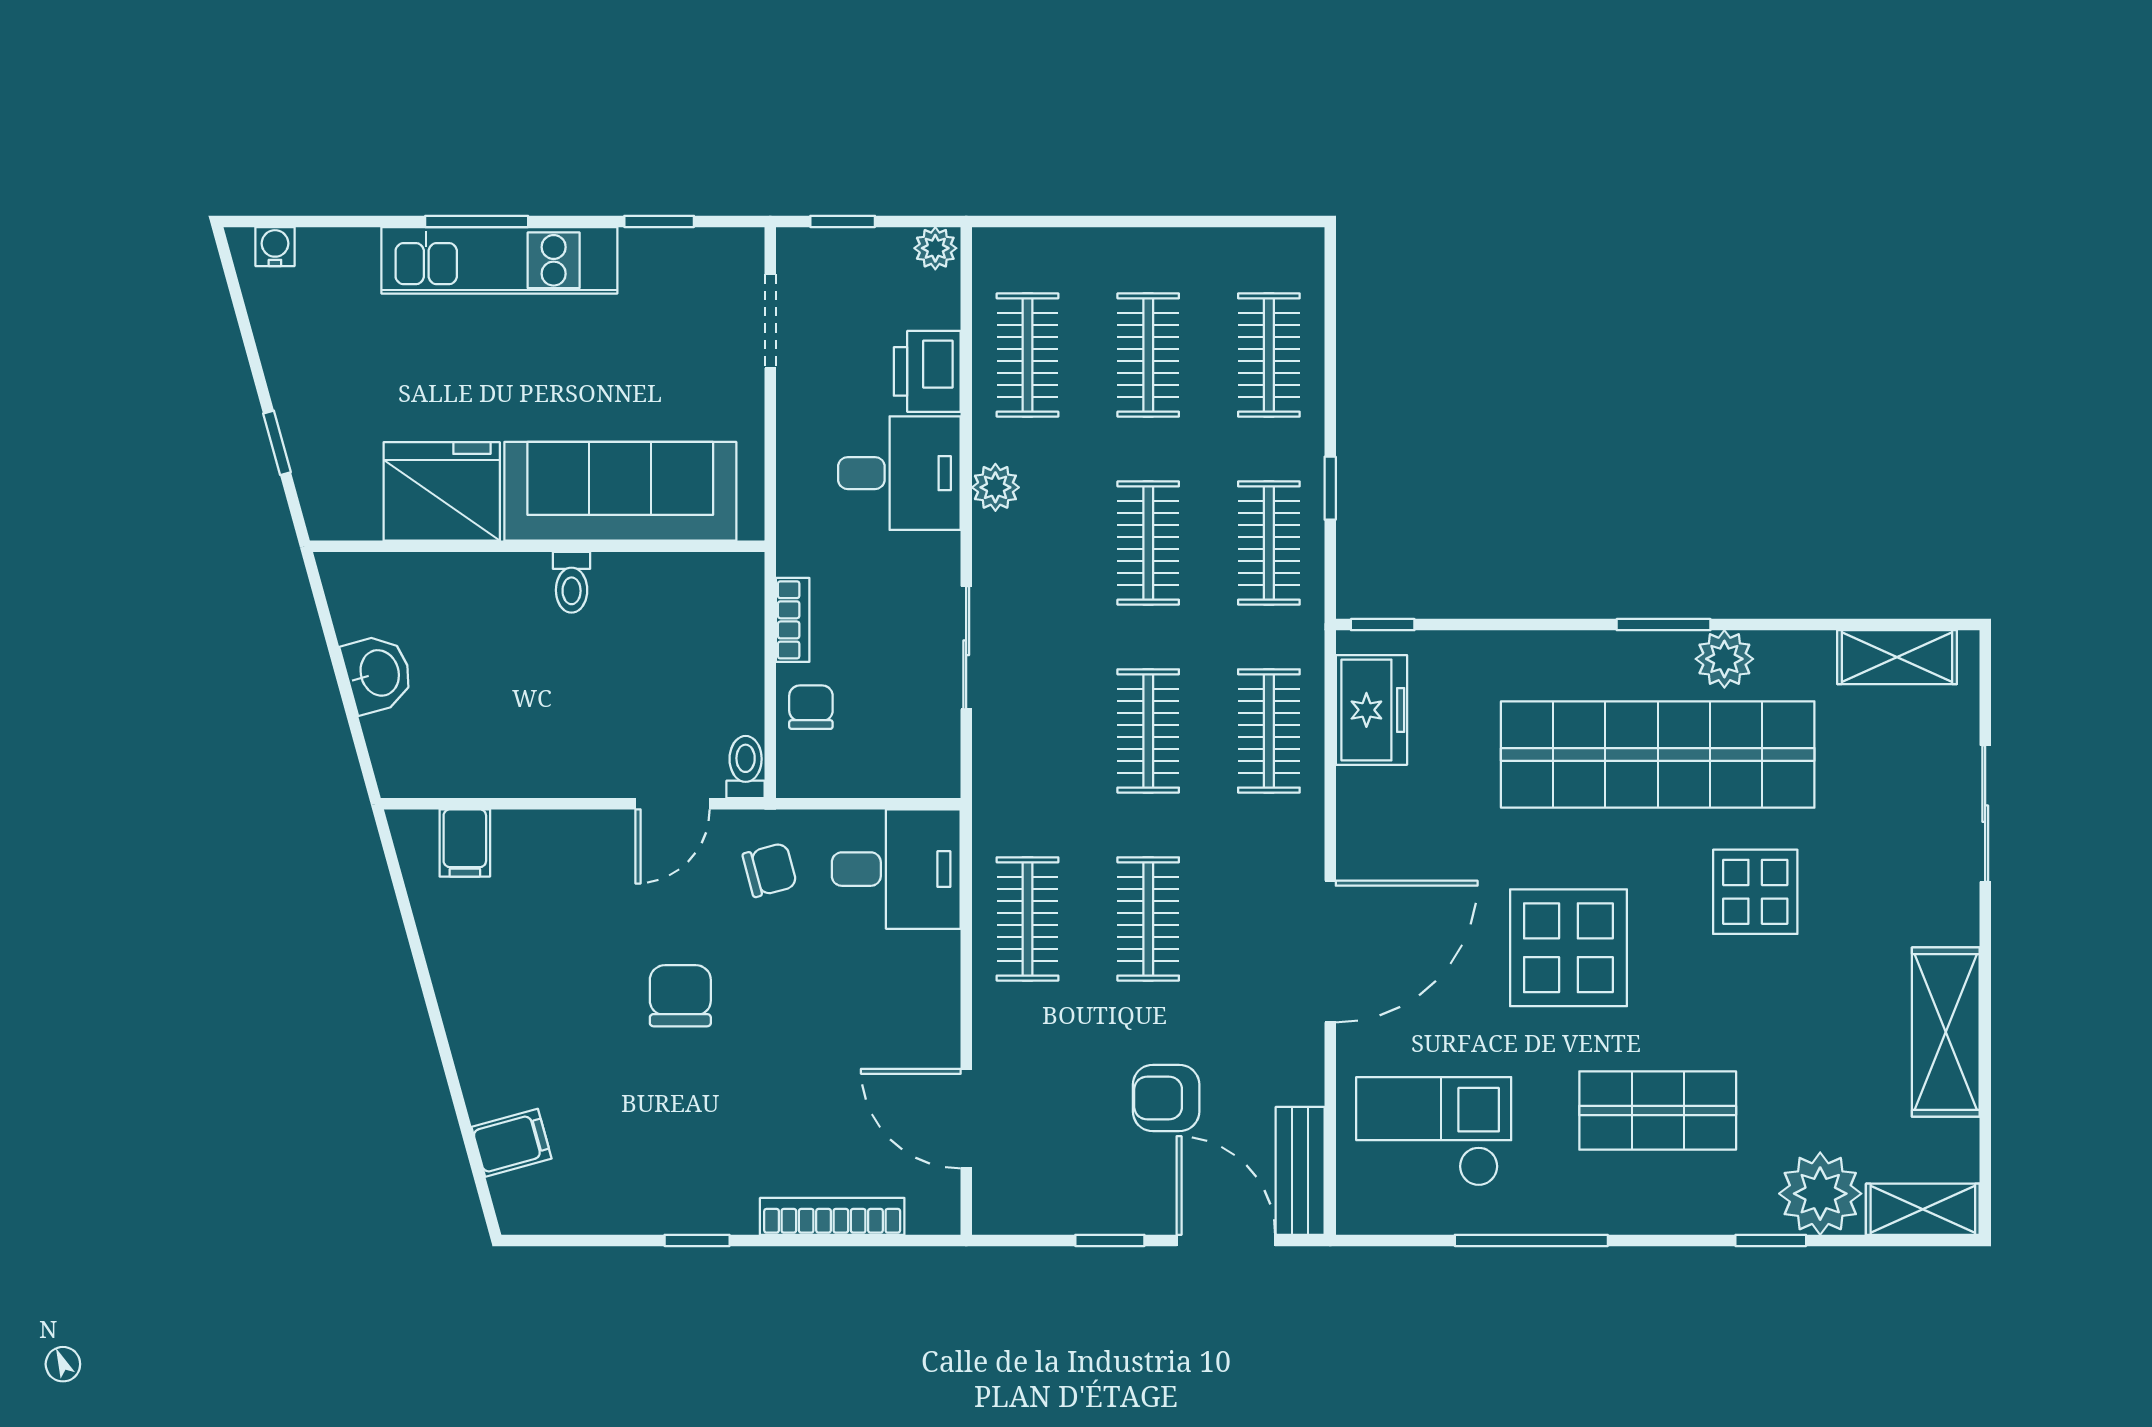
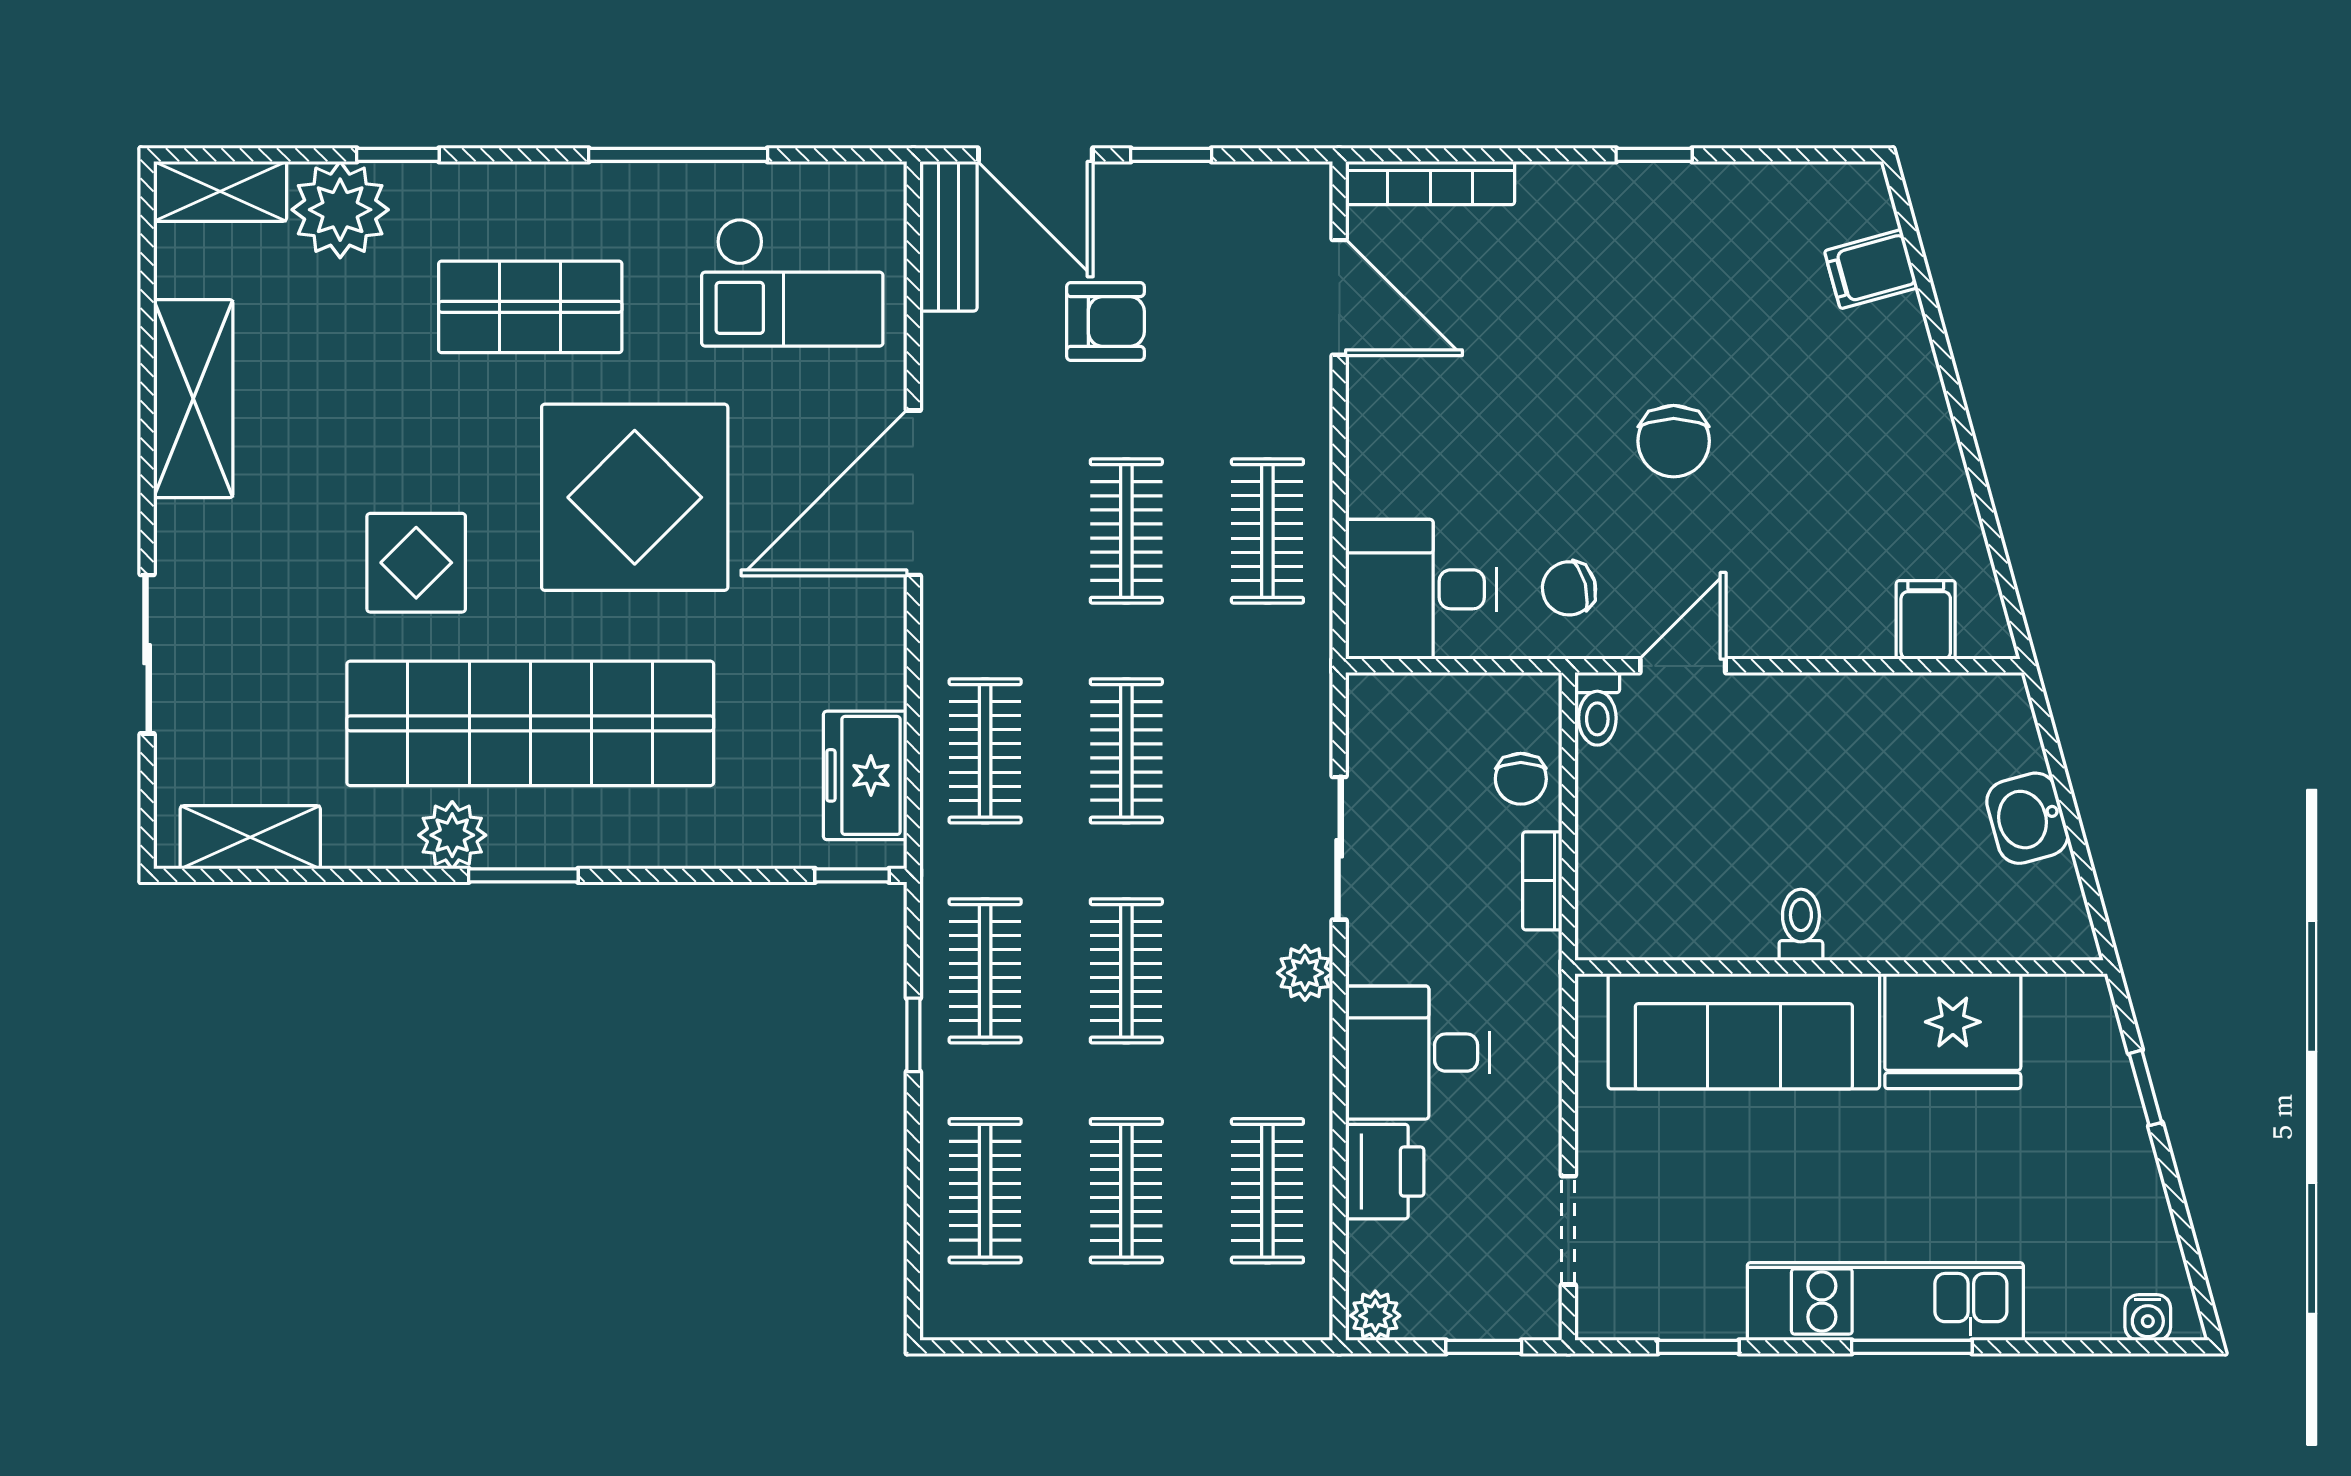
plant: (995, 487) -> (1305, 973), moved
display table: (1568, 948) -> (635, 497), width x1.36, depth x1.36
bookcase: (832, 1216) -> (1430, 183), moved

